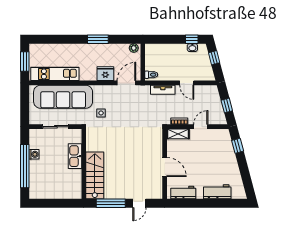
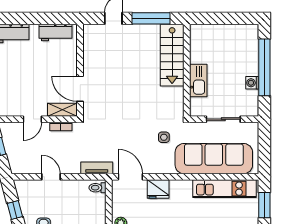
door: (126, 83) -> (130, 177), swing flipped
tv unit: (163, 90) -> (97, 168), moved
door: (165, 167) -> (80, 89), moved

